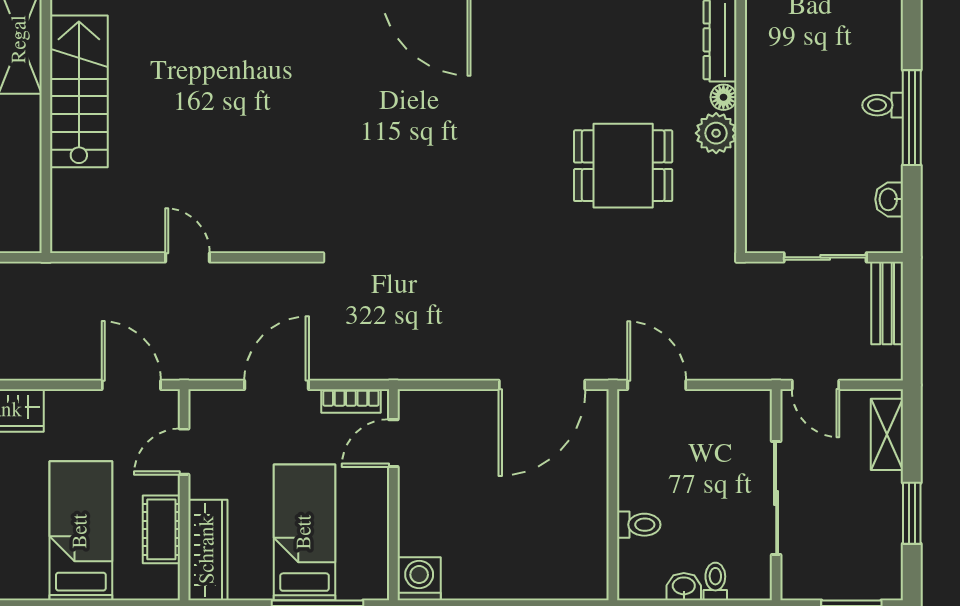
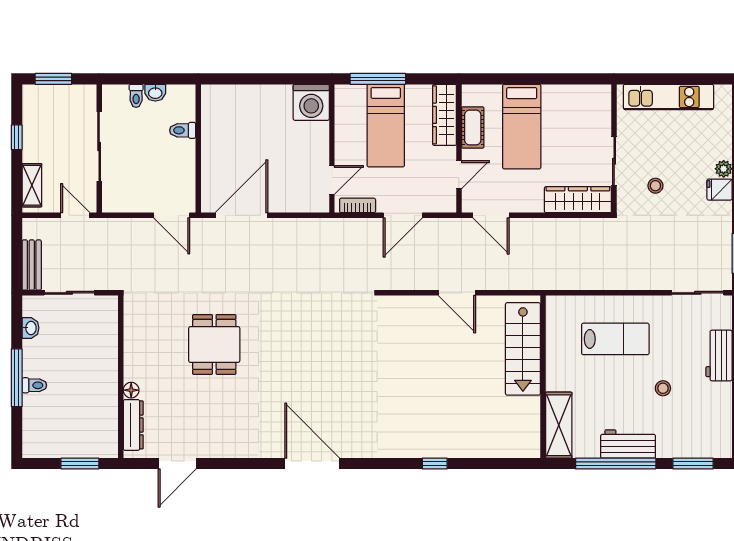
stairs: (79, 91) -> (523, 349), moved
plant: (716, 133) -> (136, 368), removed
dining table: (623, 166) -> (214, 344), moved, turned 90
door: (188, 257) -> (457, 293), width x1.38
window: (912, 513) -> (17, 137), width x0.67
washing machine: (419, 579) -> (311, 102), width x1.37, depth x1.37

